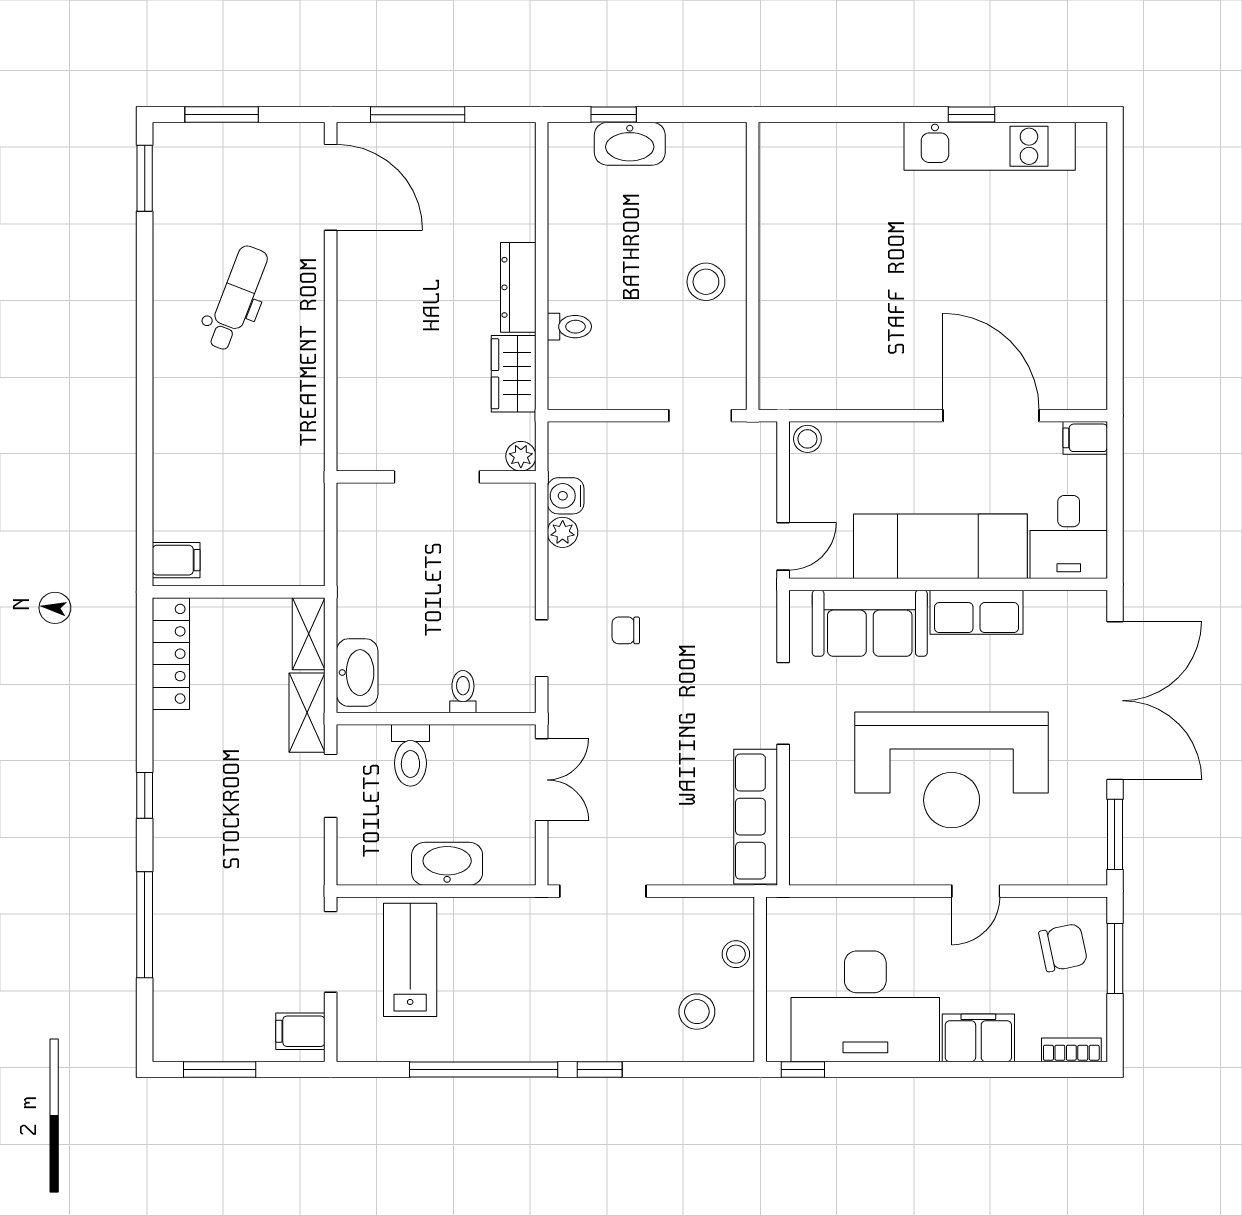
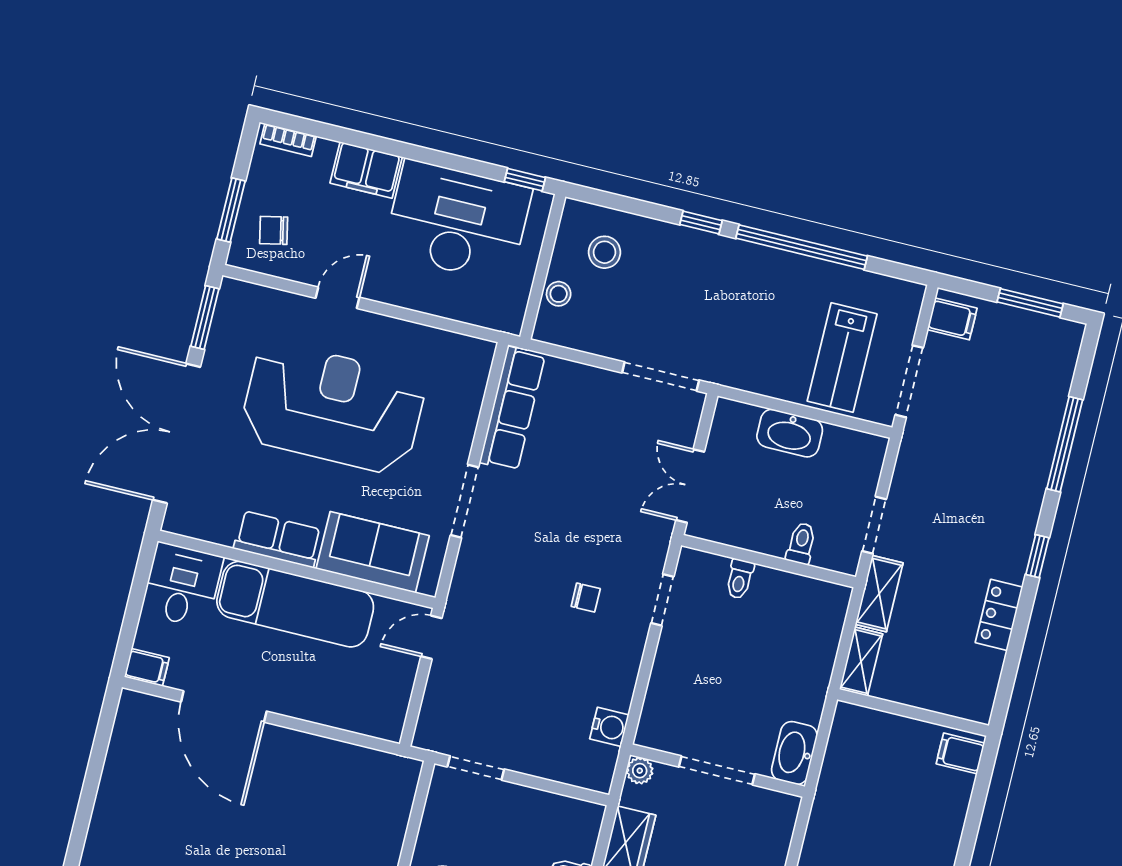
stool: (807, 439) -> (388, 725), removed
plant: (563, 532) -> (620, 696), removed
locker: (171, 654) -> (999, 615), moved, width x0.66
washbasin: (357, 673) -> (794, 753), moved
toilet: (410, 755) -> (801, 543), width x0.73, depth x0.72
chair: (1063, 948) -> (274, 230), width x0.73, depth x0.73

